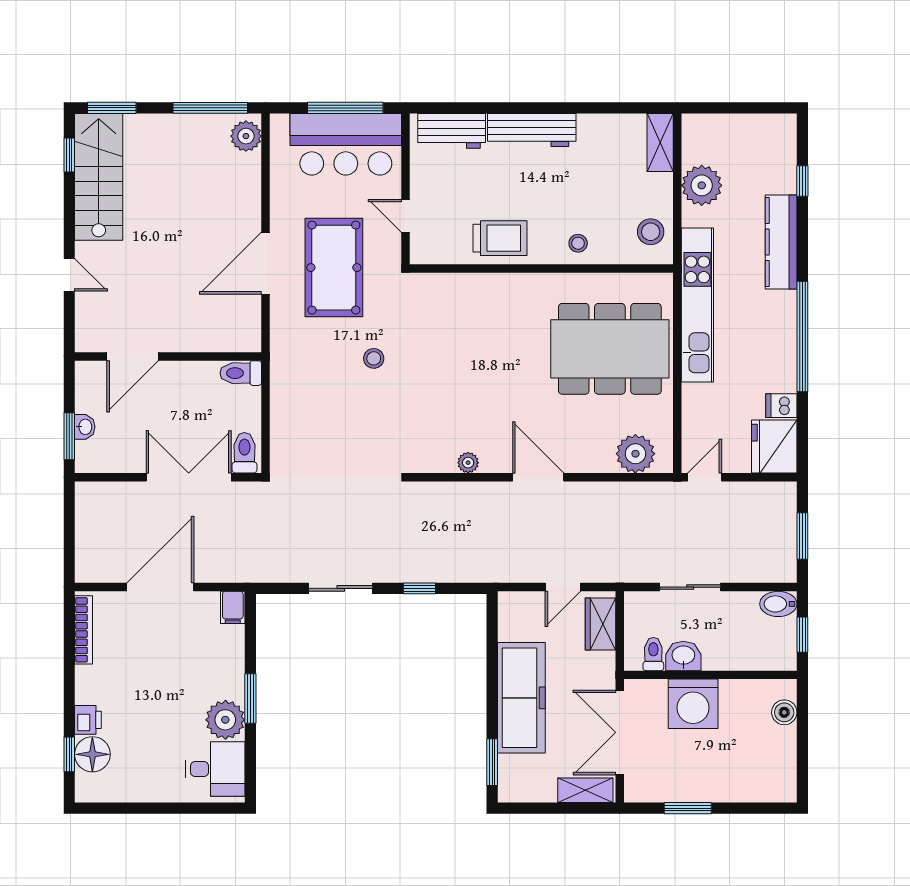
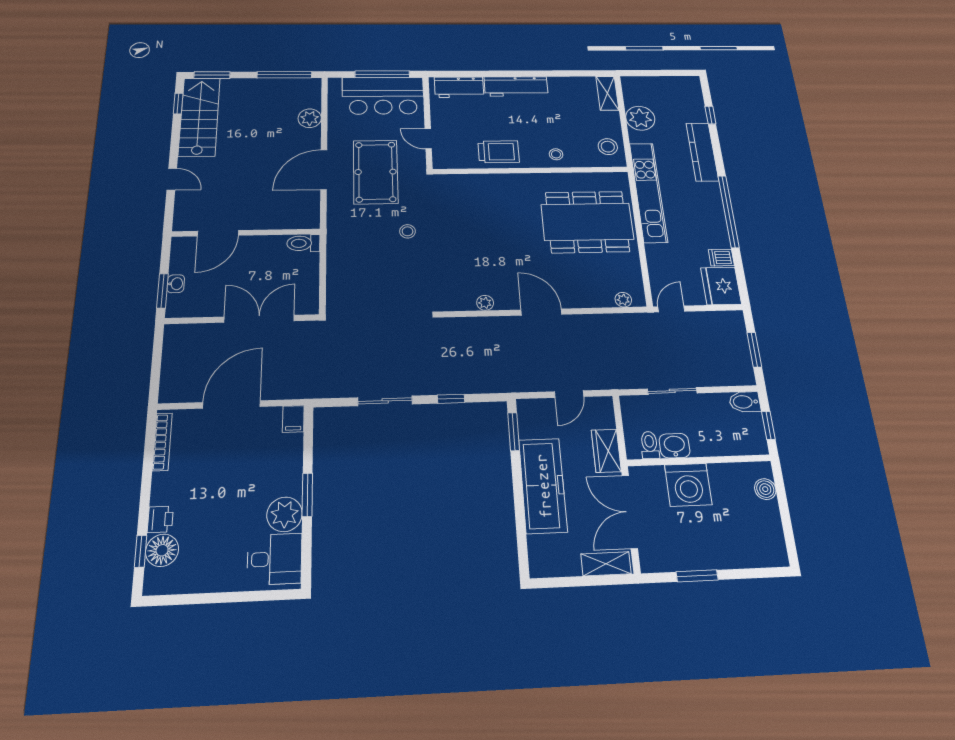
plant: (246, 136) -> (310, 118), moved
toilet: (244, 453) -> (305, 300), removed
plant: (635, 454) -> (623, 300), width x0.53, depth x0.53
wardrobe: (600, 624) -> (606, 451), moved
window: (492, 762) -> (514, 432), moved

